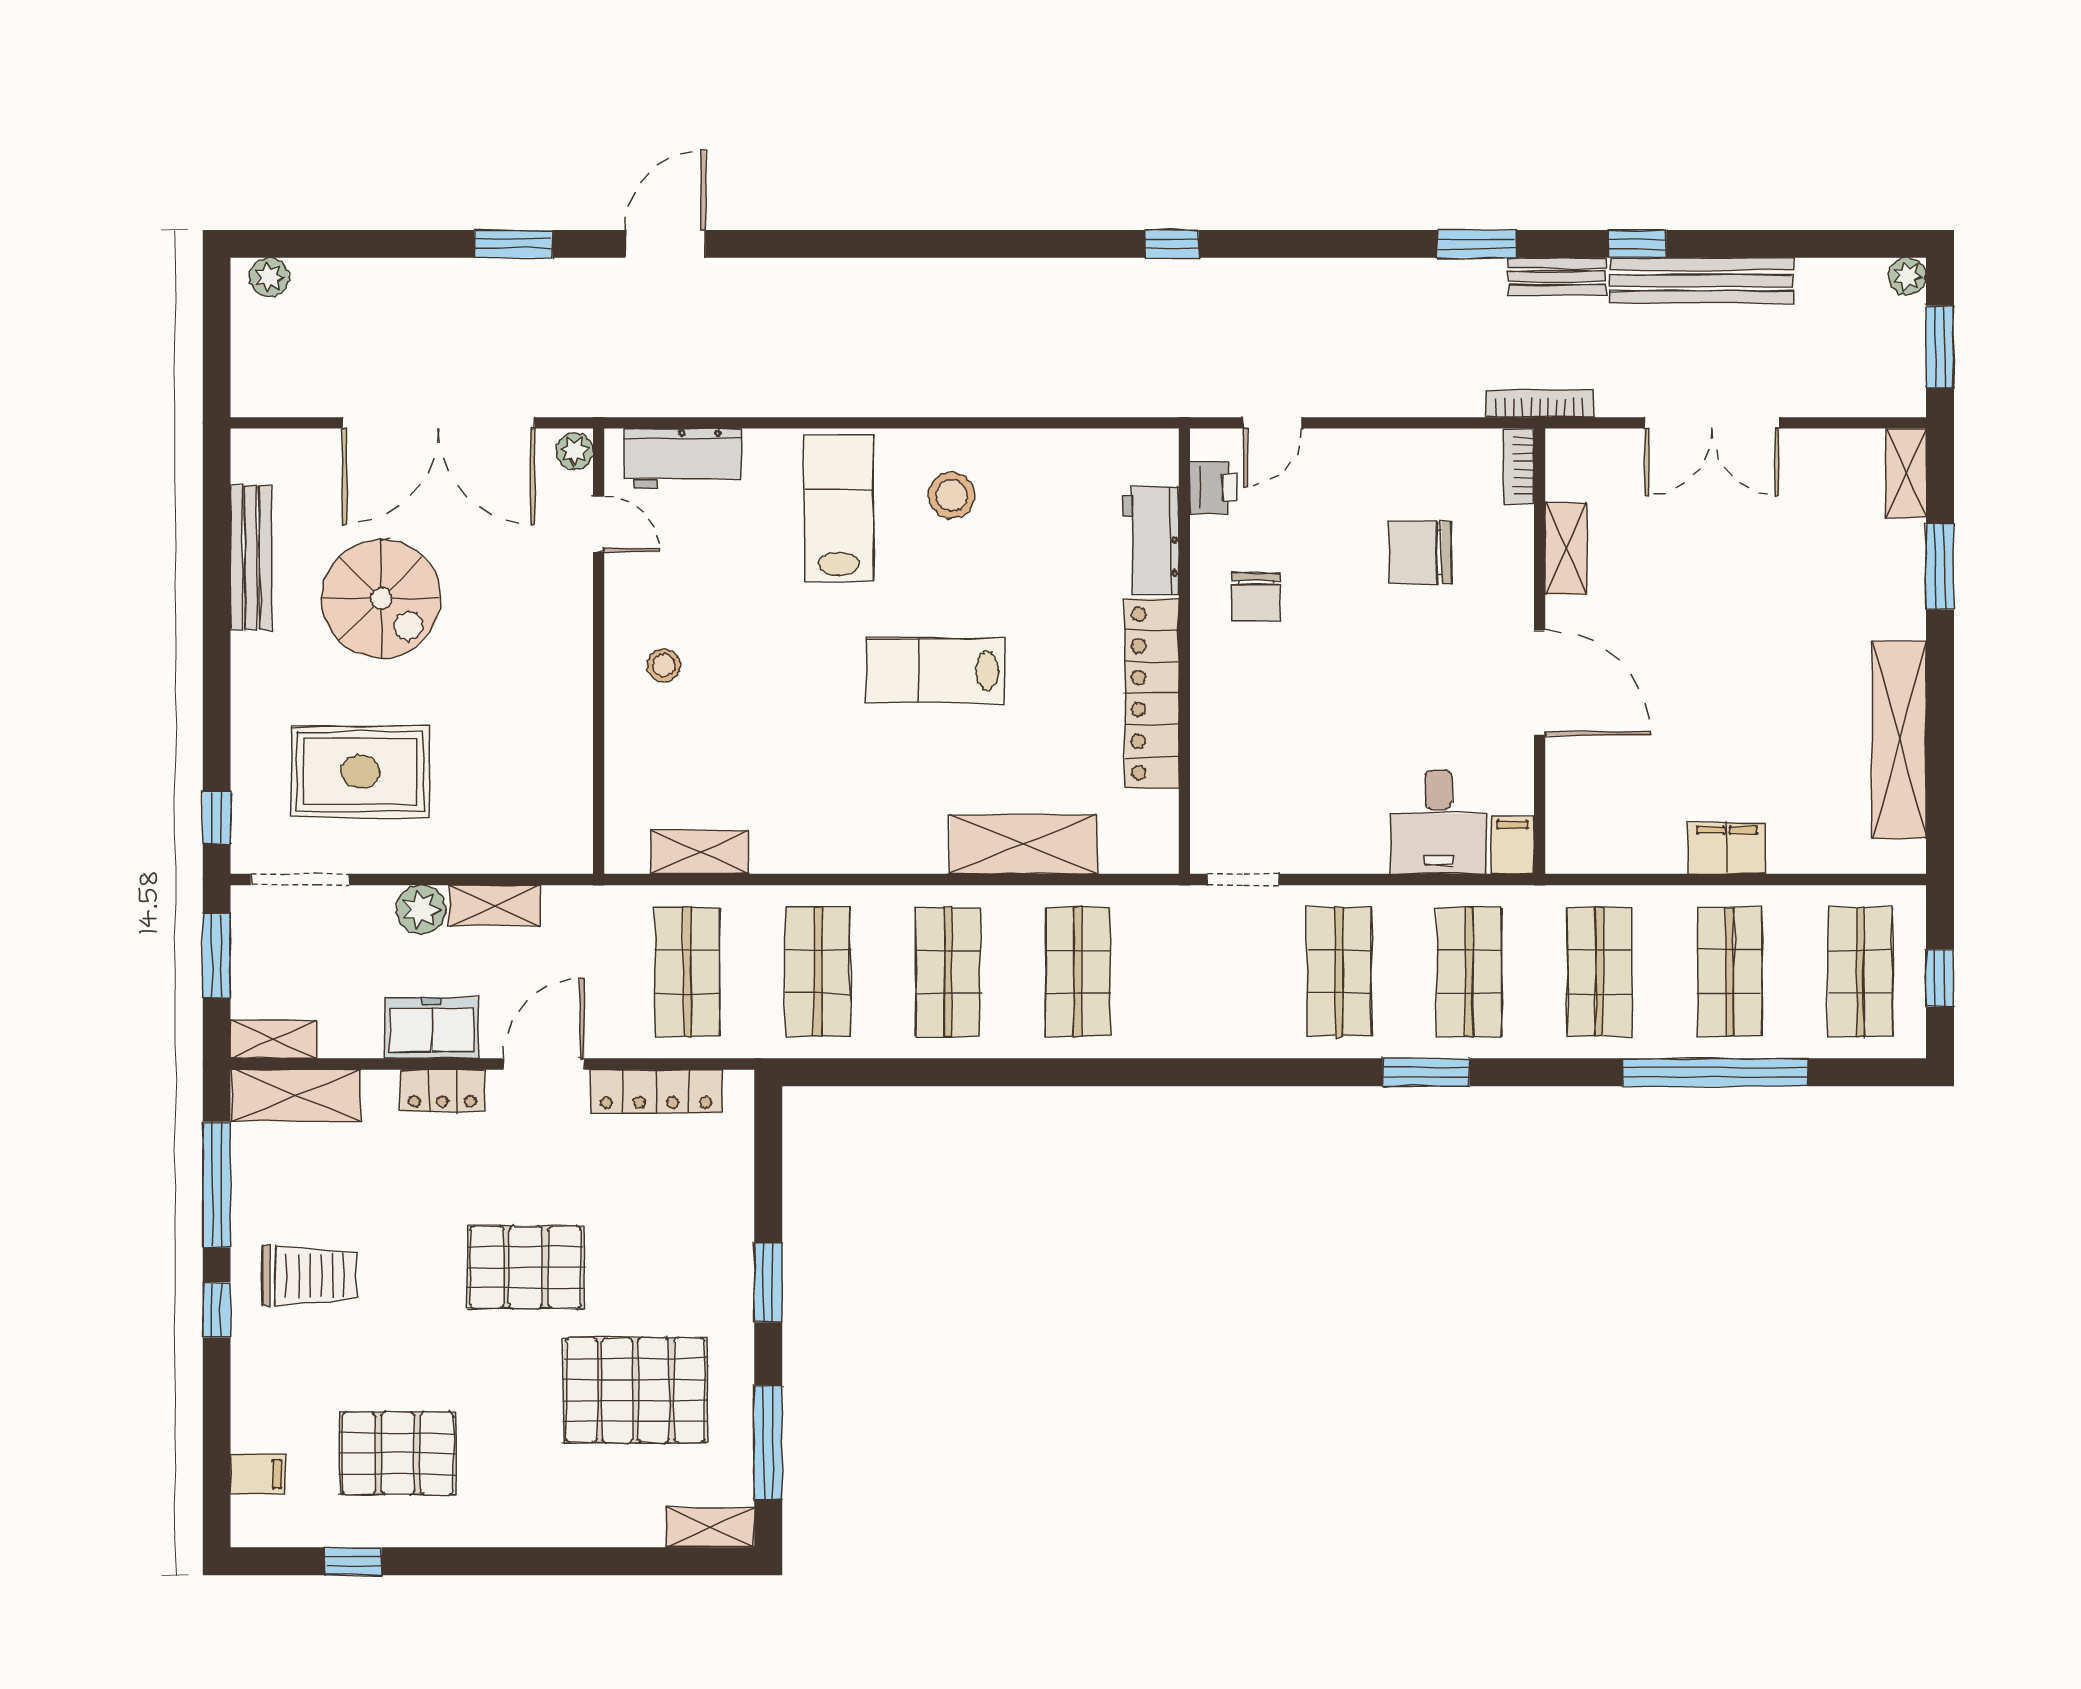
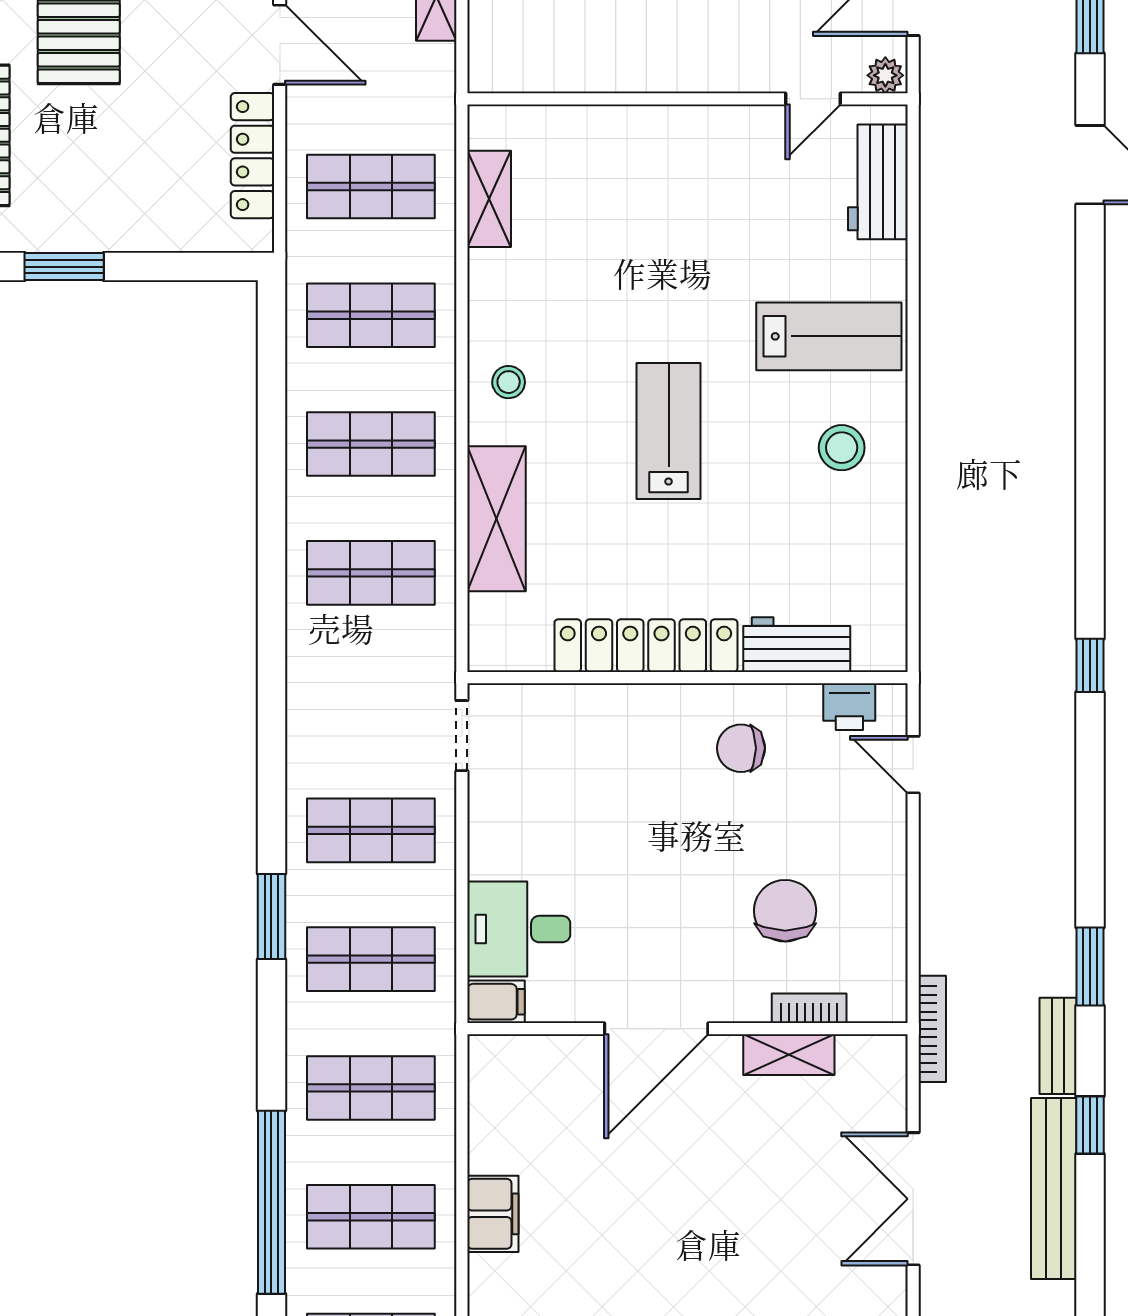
bookcase: (1519, 466) -> (809, 1008), moved
stool: (664, 665) -> (509, 382), moved

